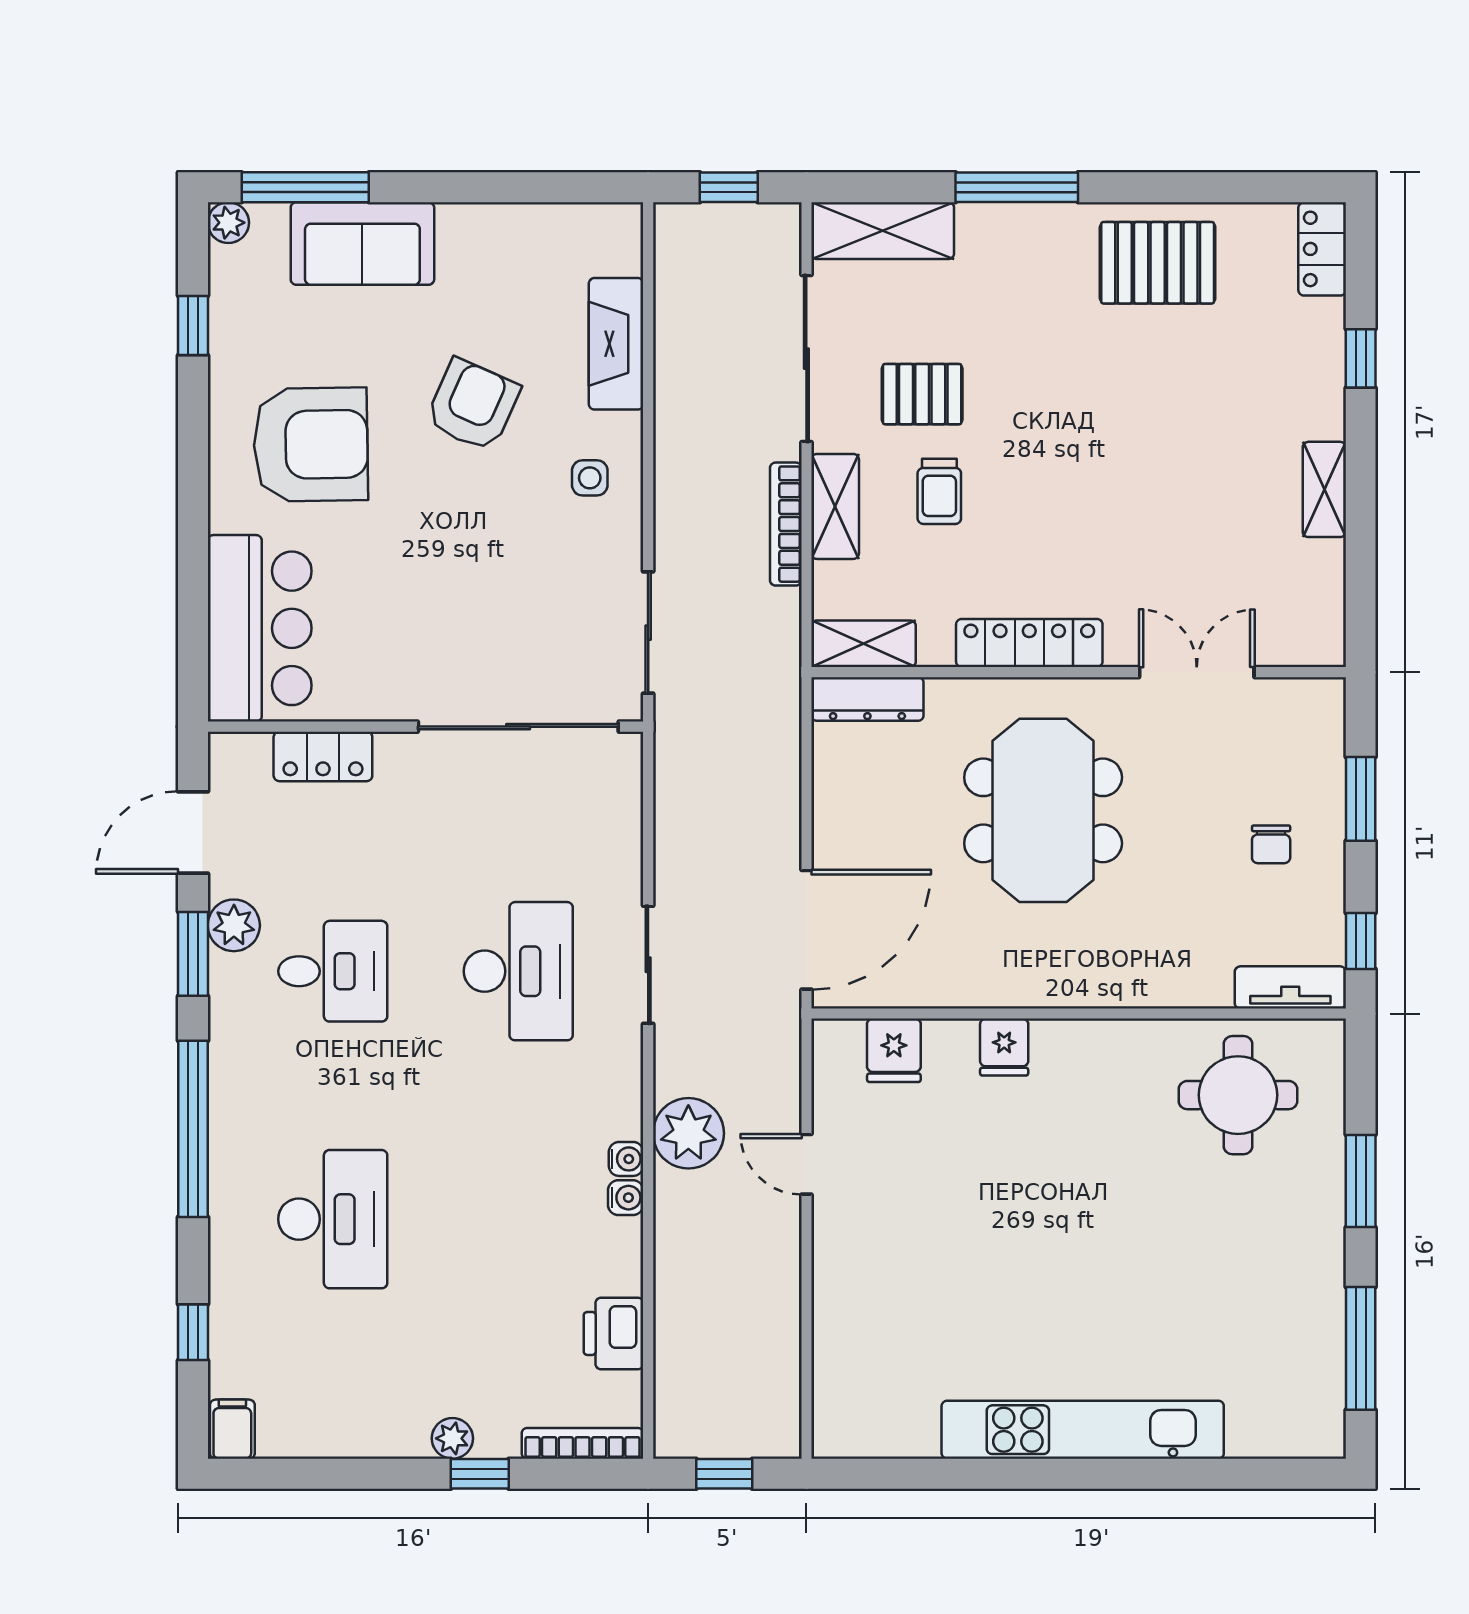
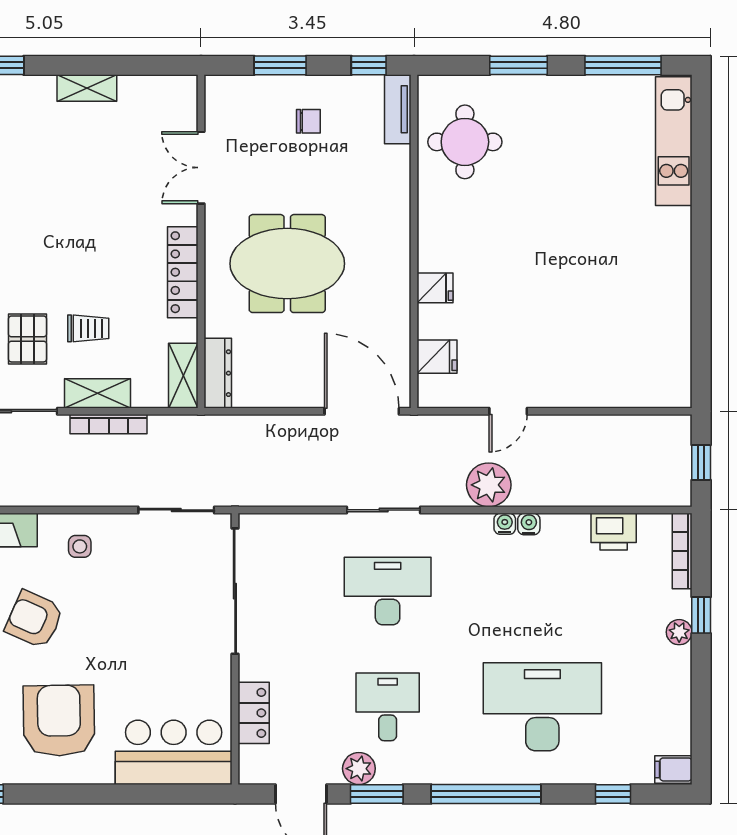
desk: (333, 1219) -> (542, 707), width x1.36, depth x1.30
kitchen unit: (1083, 1430) -> (674, 141), moved, width x0.73

